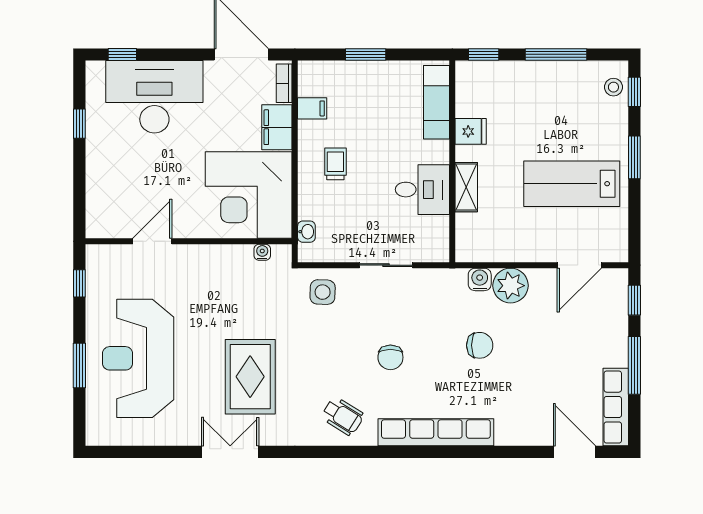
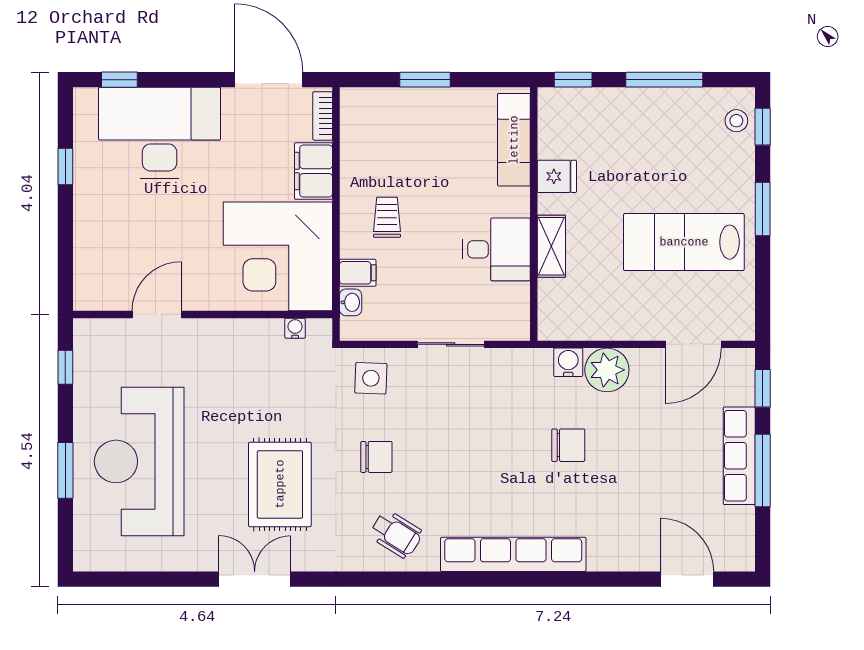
filing cabinet: (312, 108) -> (358, 273), moved
chair: (390, 357) -> (376, 457), moved, turned -90
row of seats: (616, 407) -> (739, 456), moved

